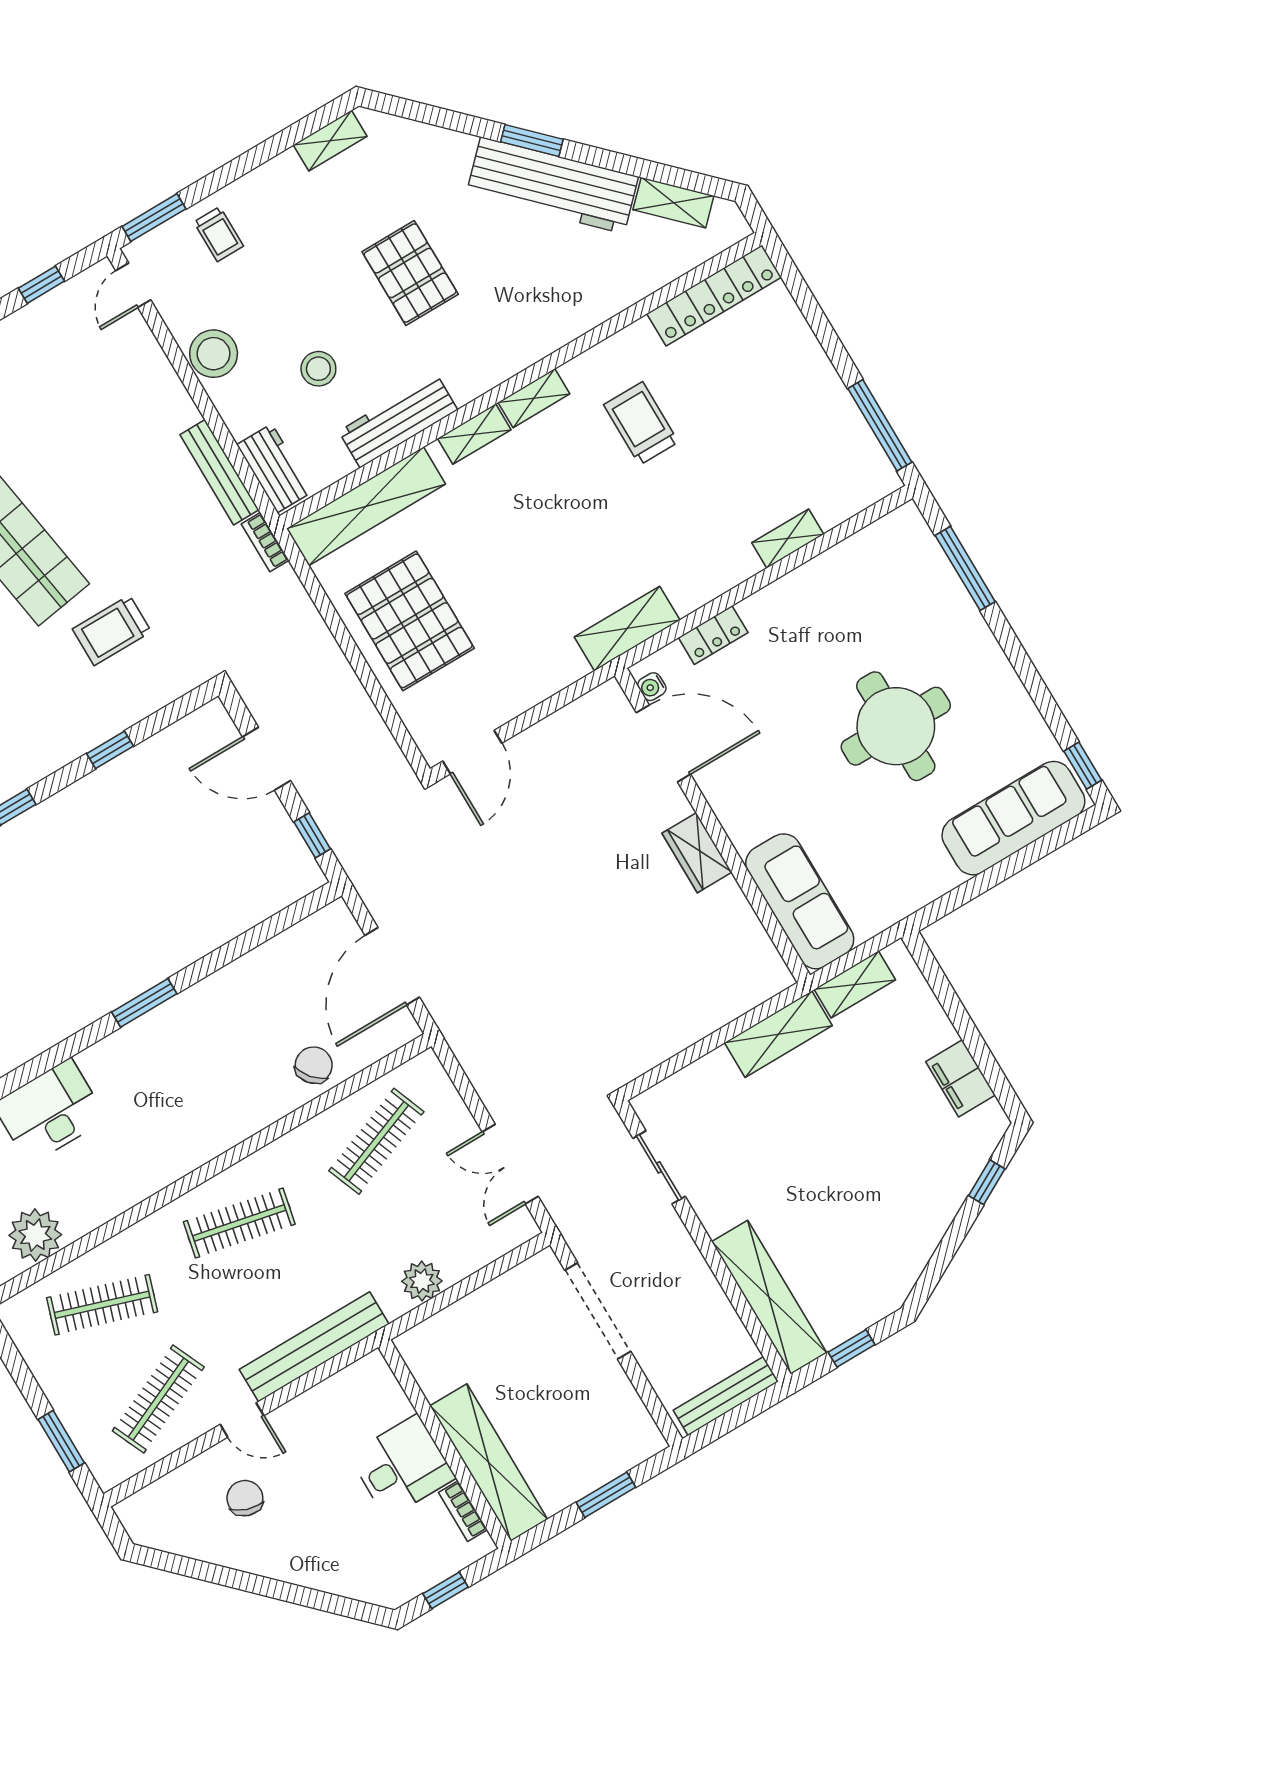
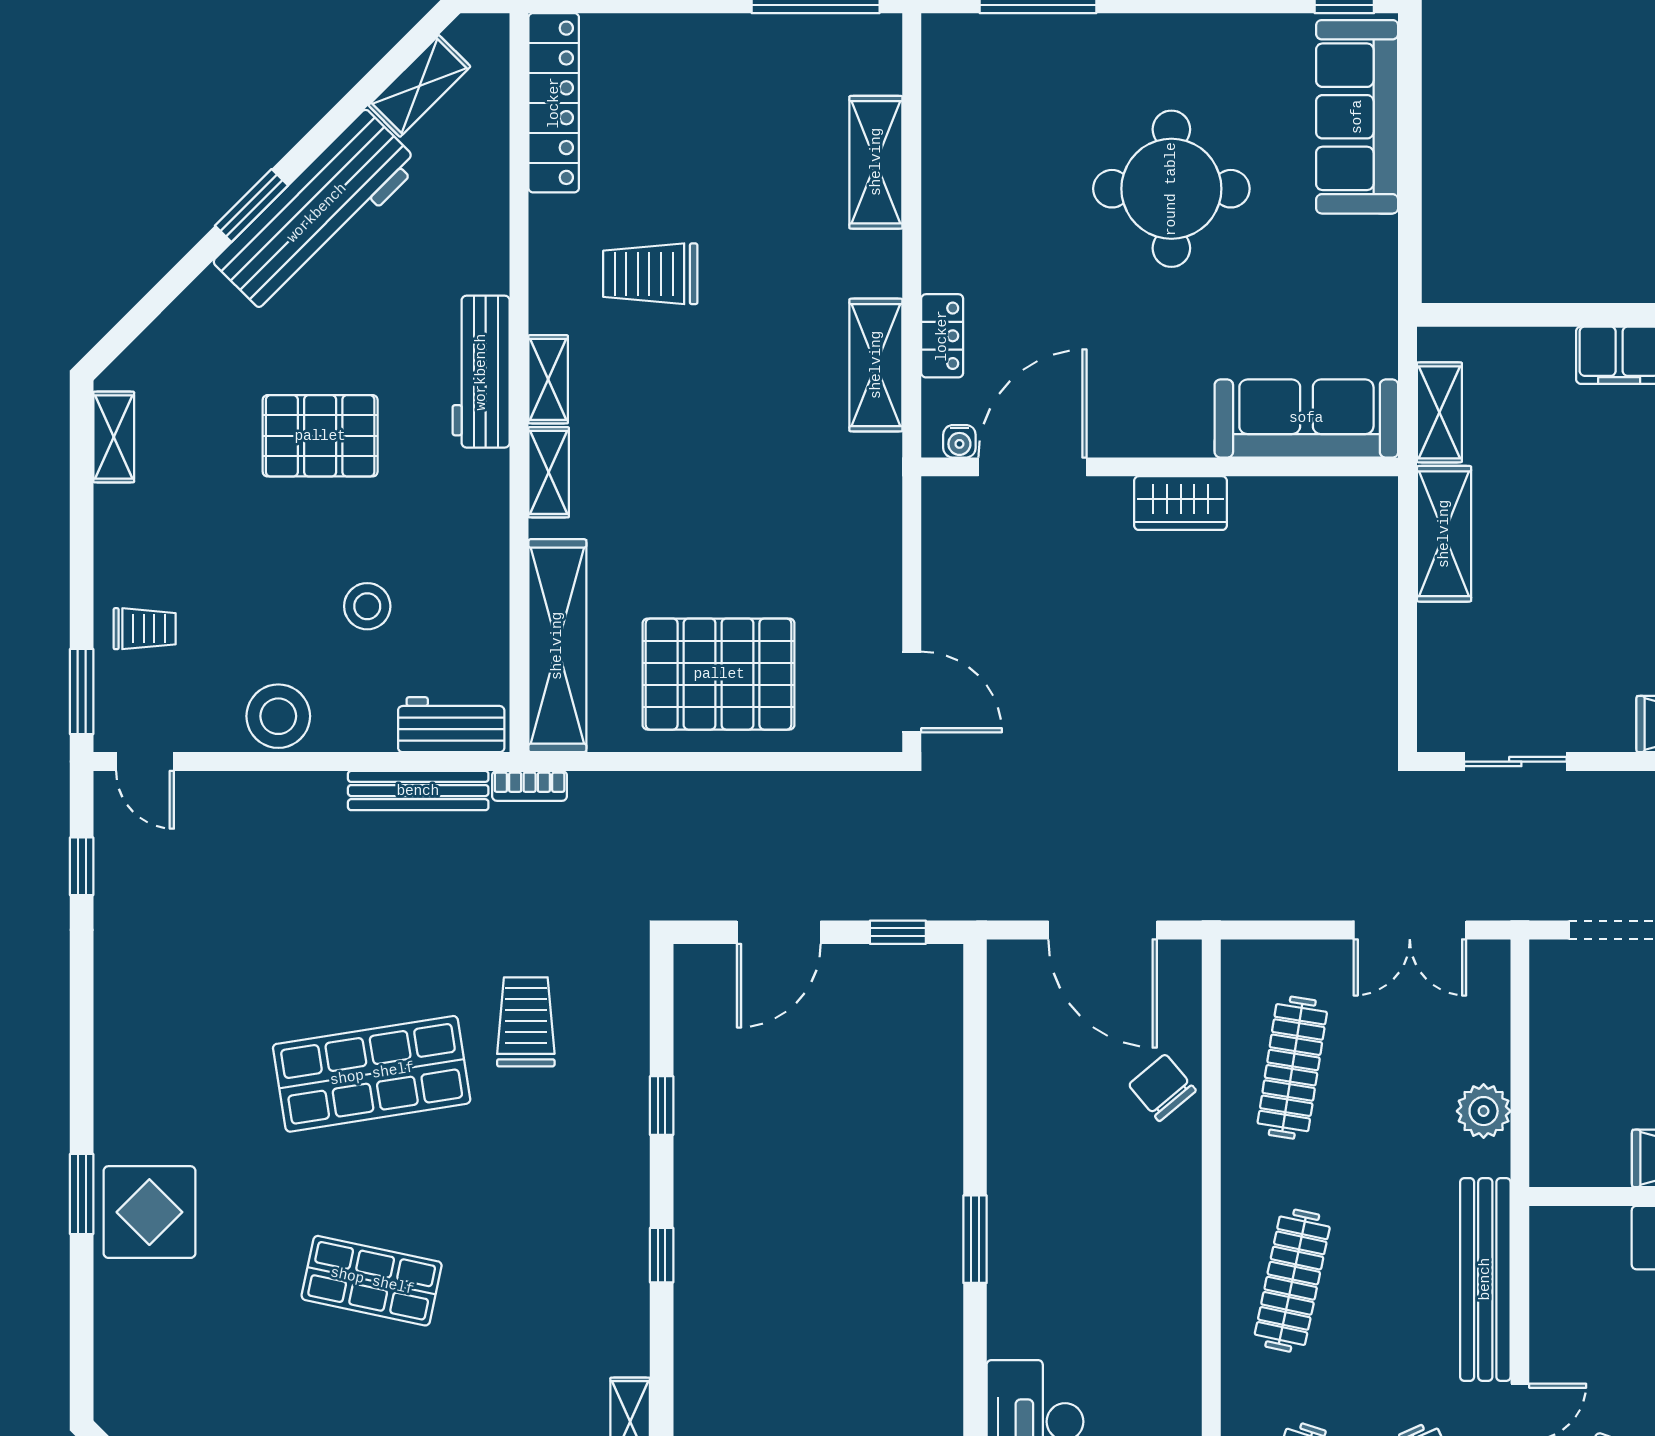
workbench: (398, 421) -> (481, 372), moved
shelving: (788, 539) -> (876, 162), width x1.50, depth x1.33
shelving: (627, 629) -> (876, 365), moved
trolley: (112, 630) -> (526, 1022), turned 180
clothes rail: (376, 1141) -> (1292, 1068), turned 30

